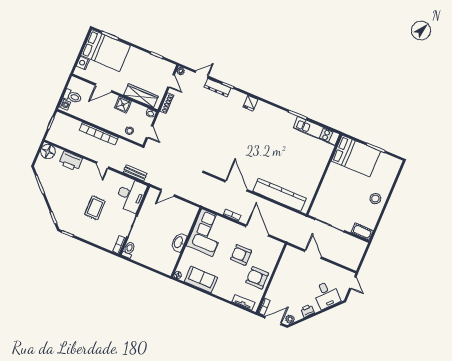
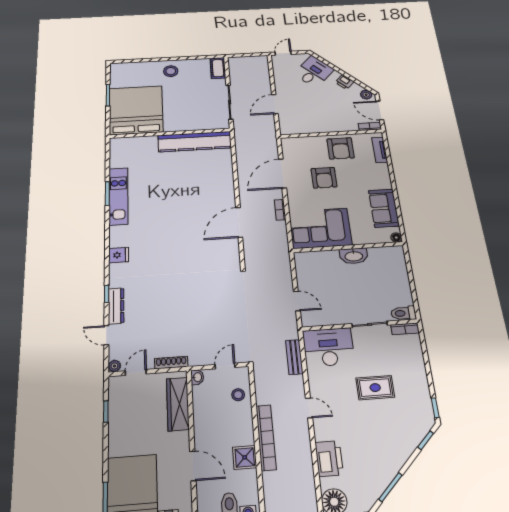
shower: (123, 105) -> (245, 457), moved
kitchen unit: (316, 131) -> (118, 196), moved
bed: (356, 156) -> (136, 110), width x1.36
door: (102, 165) -> (309, 408), hinge flipped
kitchen counter: (280, 195) -> (195, 142), moved, turned -90

